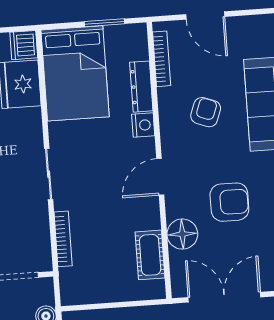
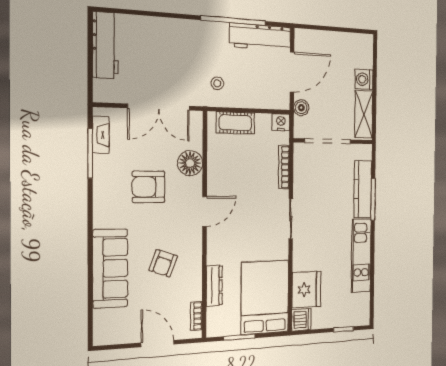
bookcase: (162, 59) -> (196, 316), width x0.64
nightstand: (143, 125) -> (281, 122), moved, turned 90
cot: (150, 255) -> (235, 123), moved, turned 90

